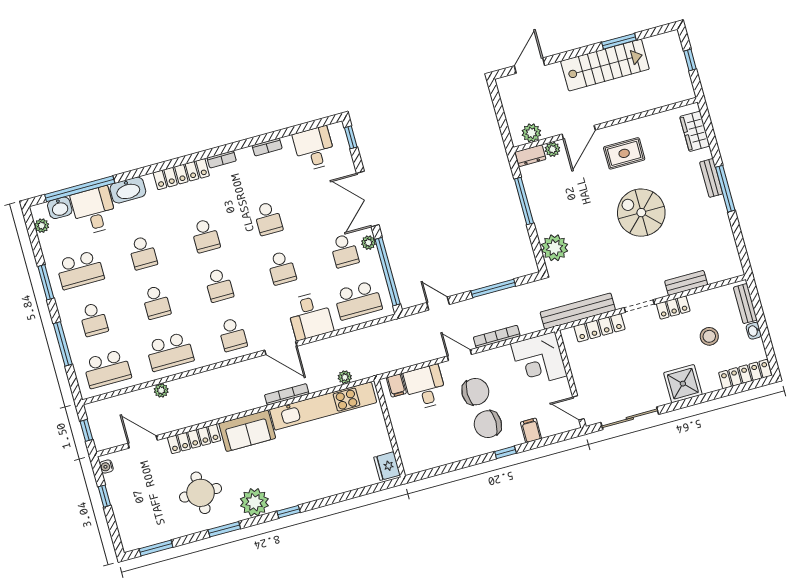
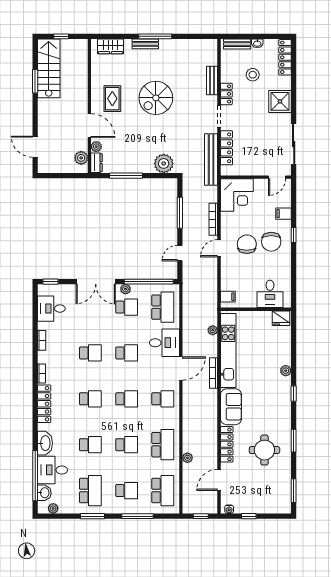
stairs: (605, 65) -> (49, 68), moved
desk: (425, 387) -> (270, 294), moved, turned -90
plant: (254, 502) -> (286, 371), moved, width x0.53, depth x0.53

